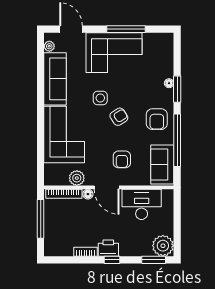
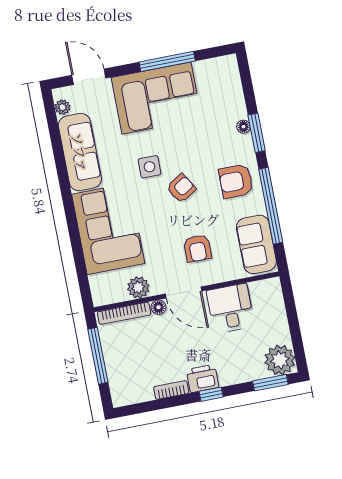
armchair: (157, 119) -> (236, 181), turned 90
desk: (142, 204) -> (230, 308), width x0.73

